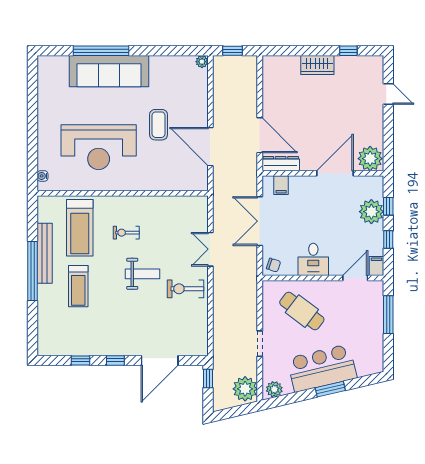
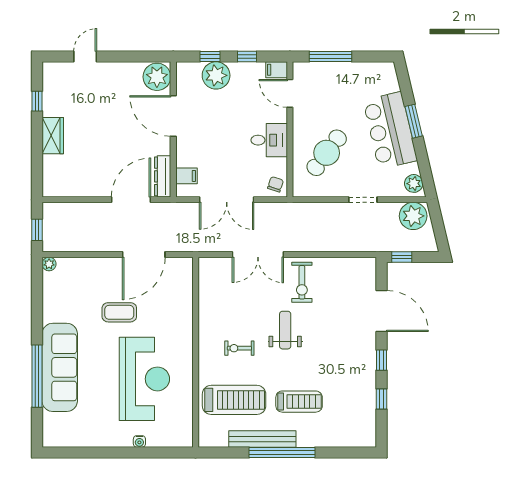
water cooler: (42, 176) -> (139, 441), moved
exercise bike: (126, 233) -> (239, 348), turned 90
double door: (210, 249) -> (258, 255), width x1.37

